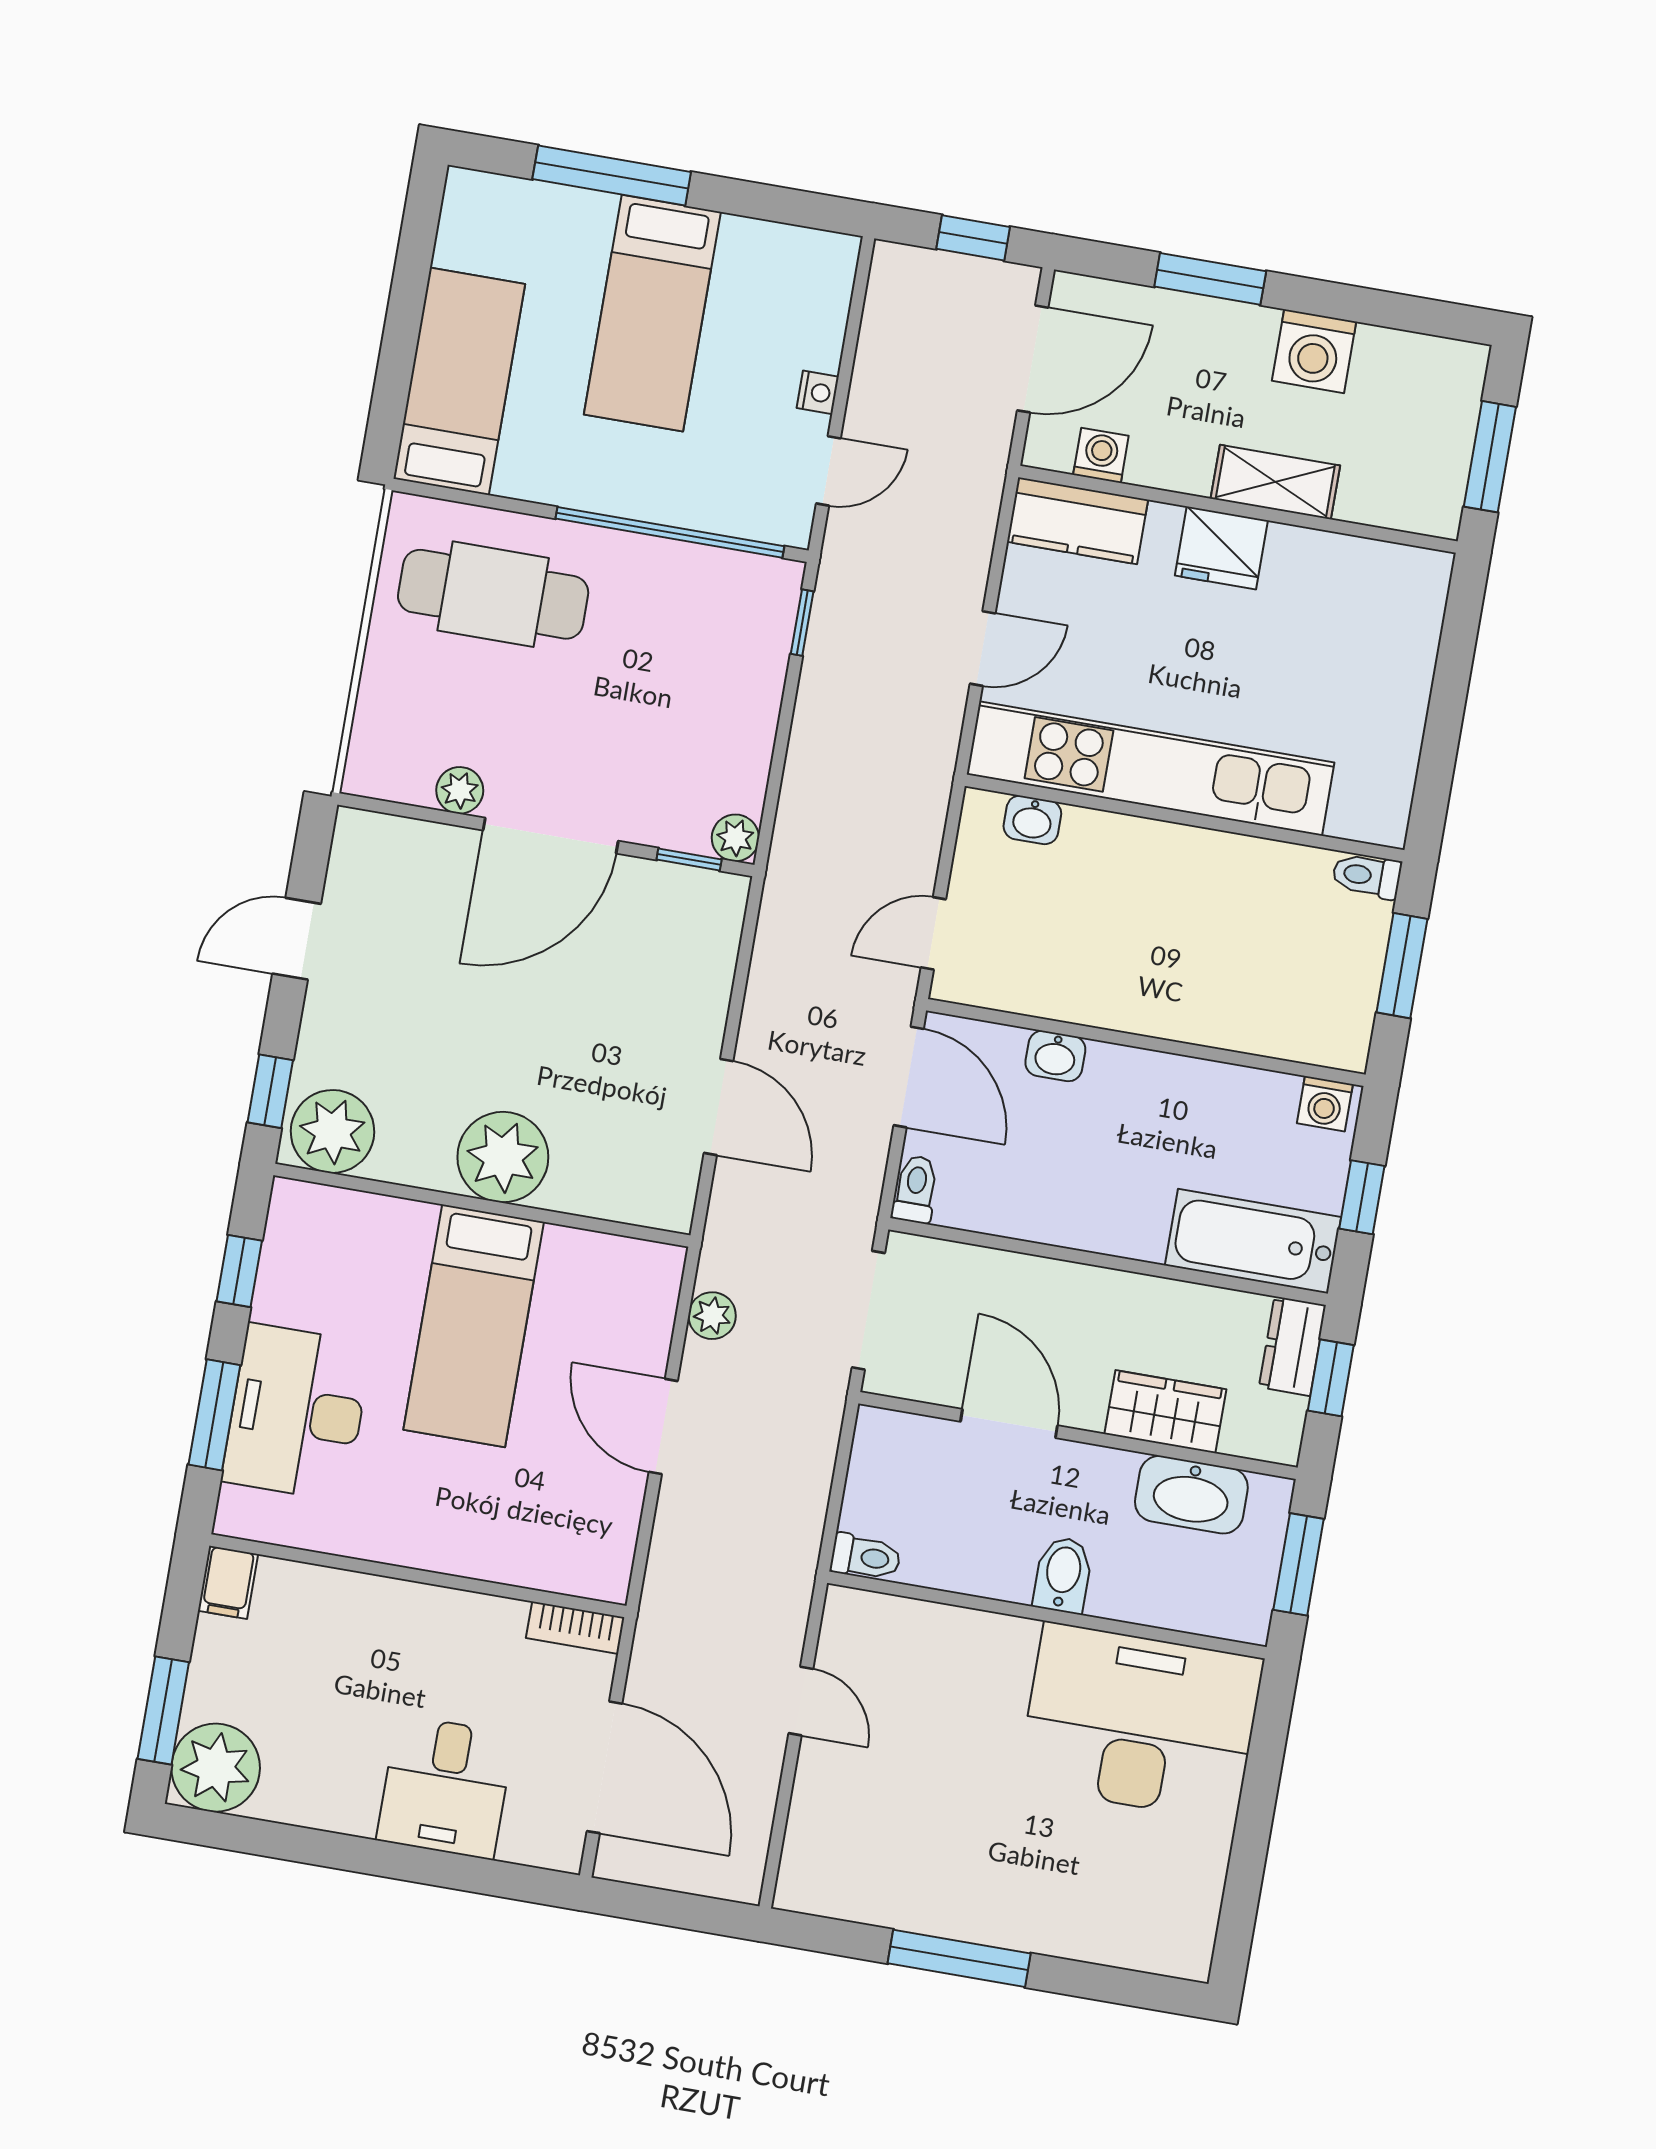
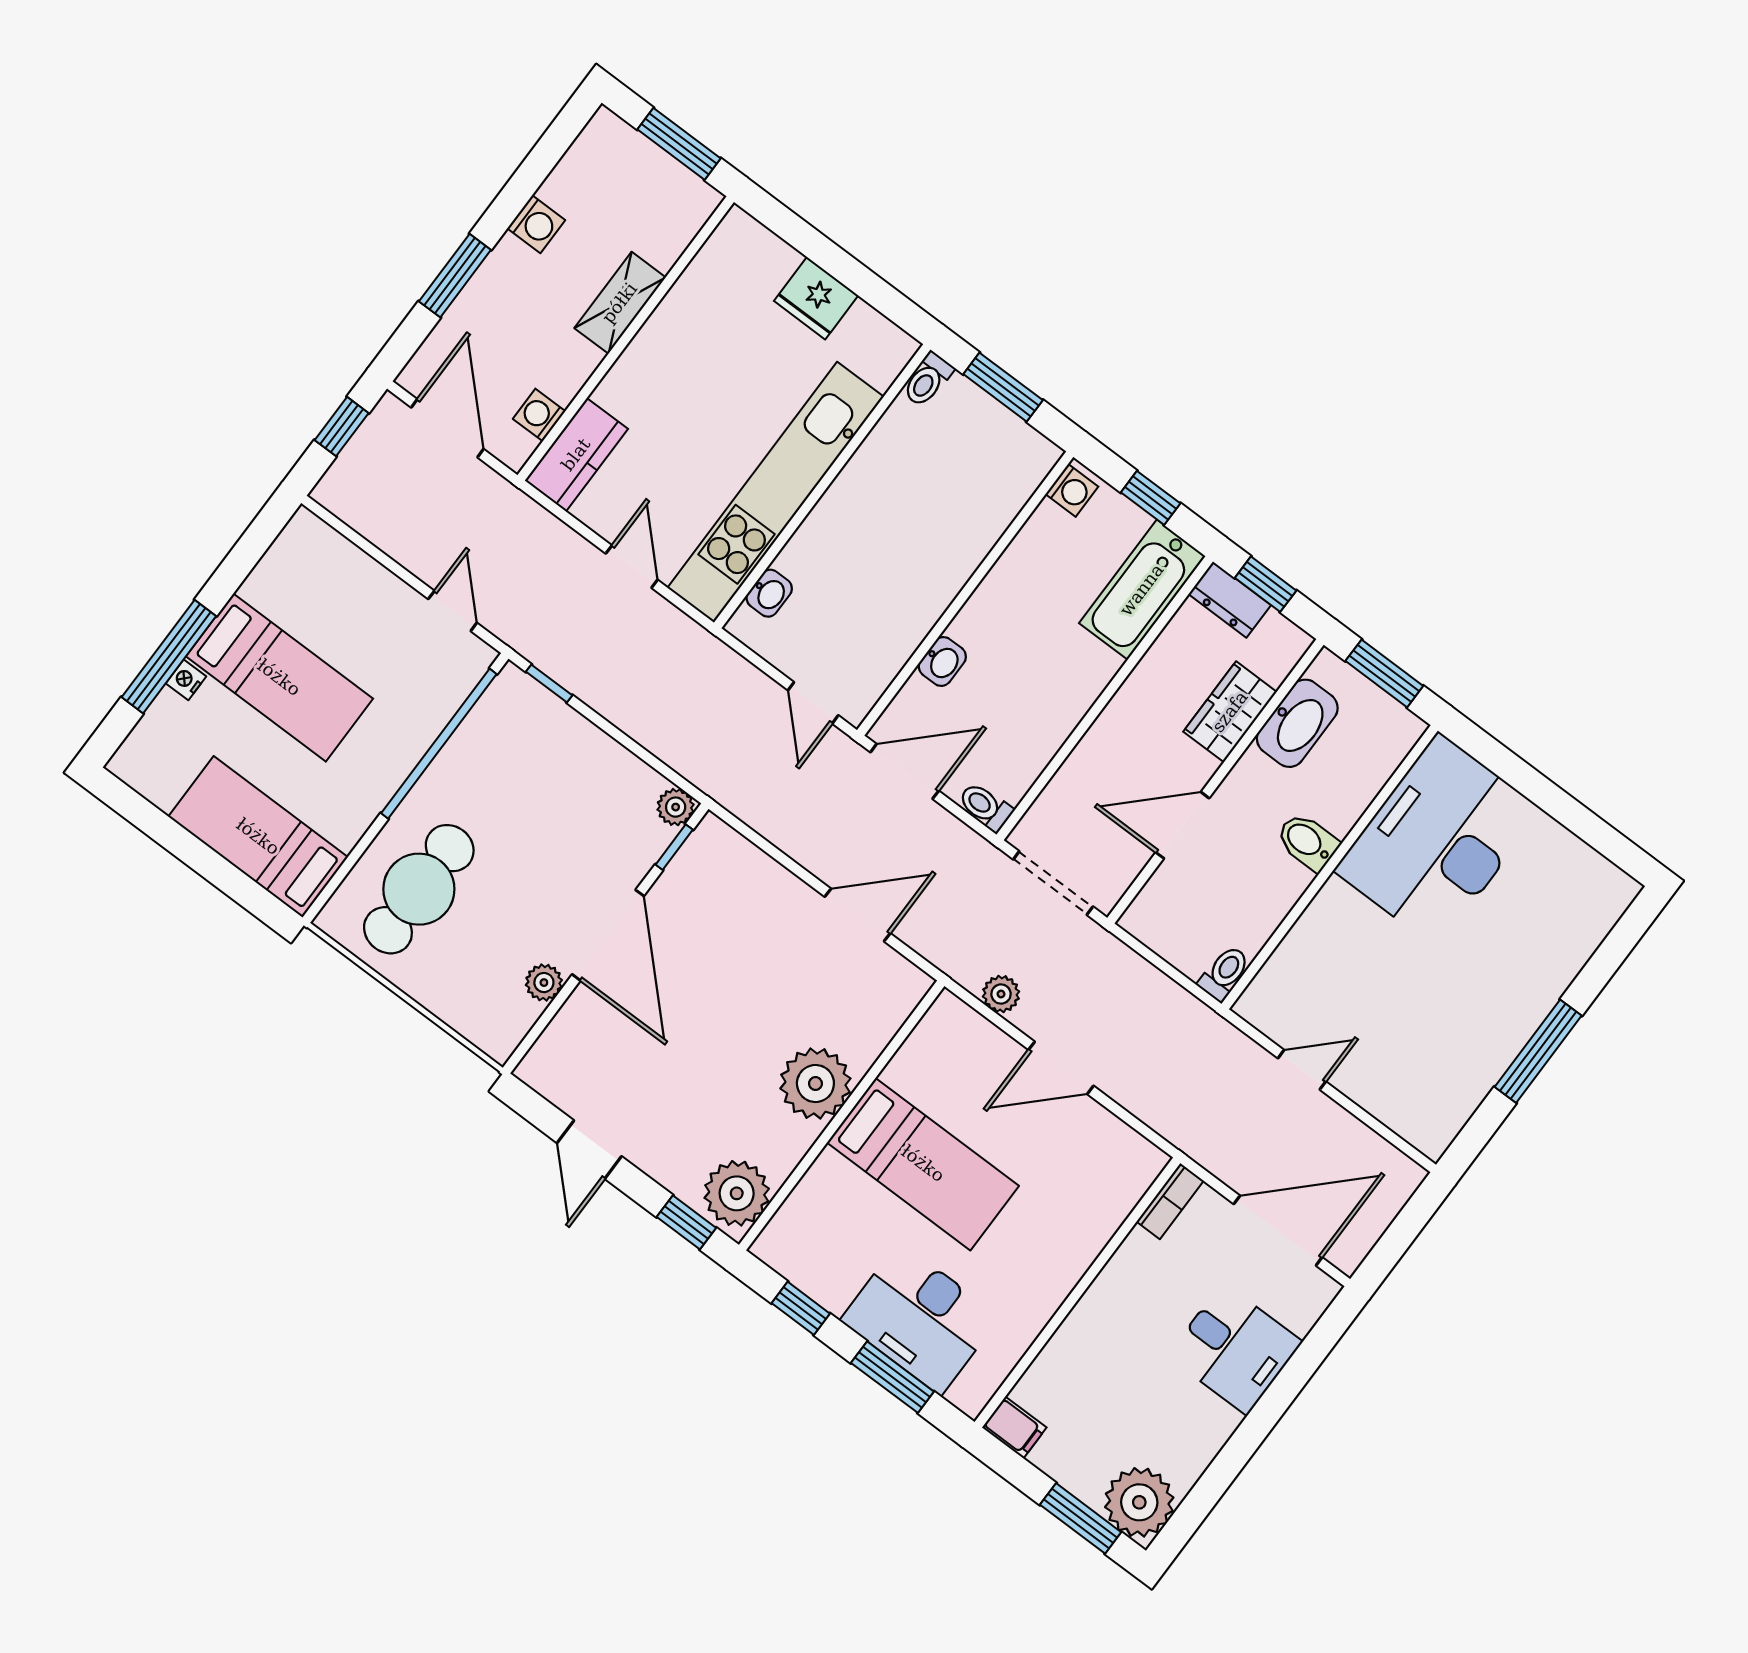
washing machine: (1314, 351) -> (536, 224), width x0.73, depth x0.73
nightstand: (818, 392) -> (186, 680), moved, turned -90
fridge: (1221, 548) -> (816, 298), moved, turned 90

